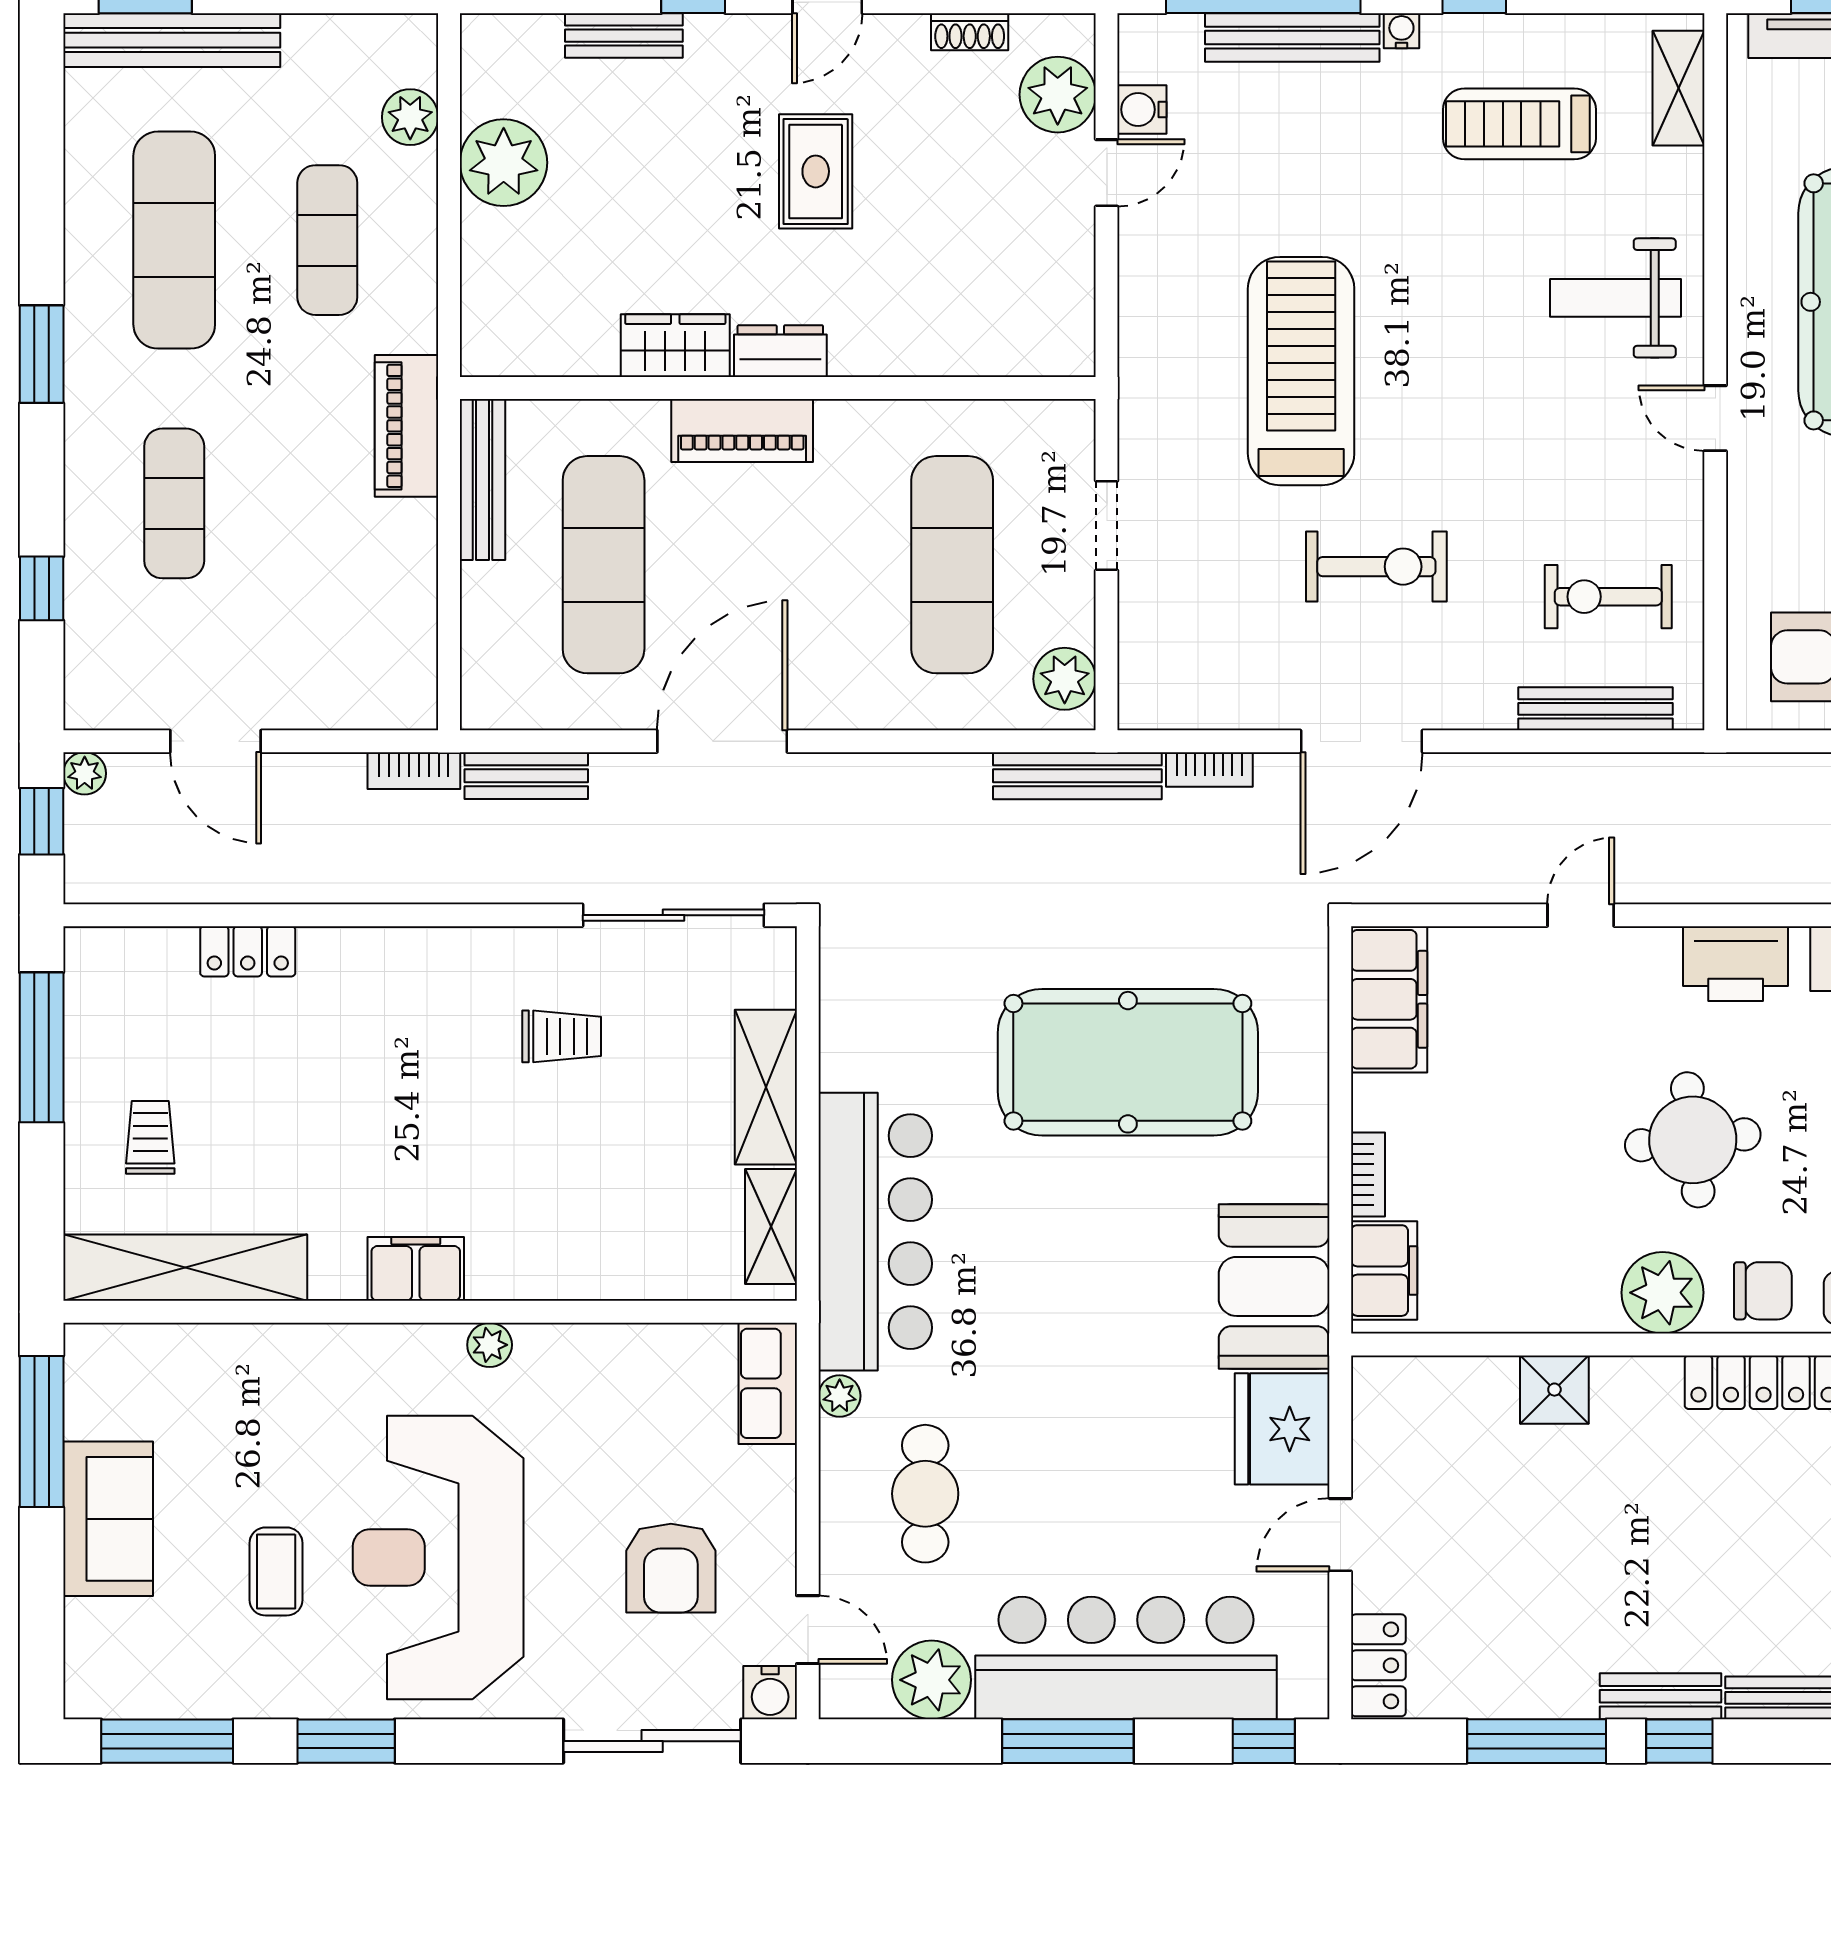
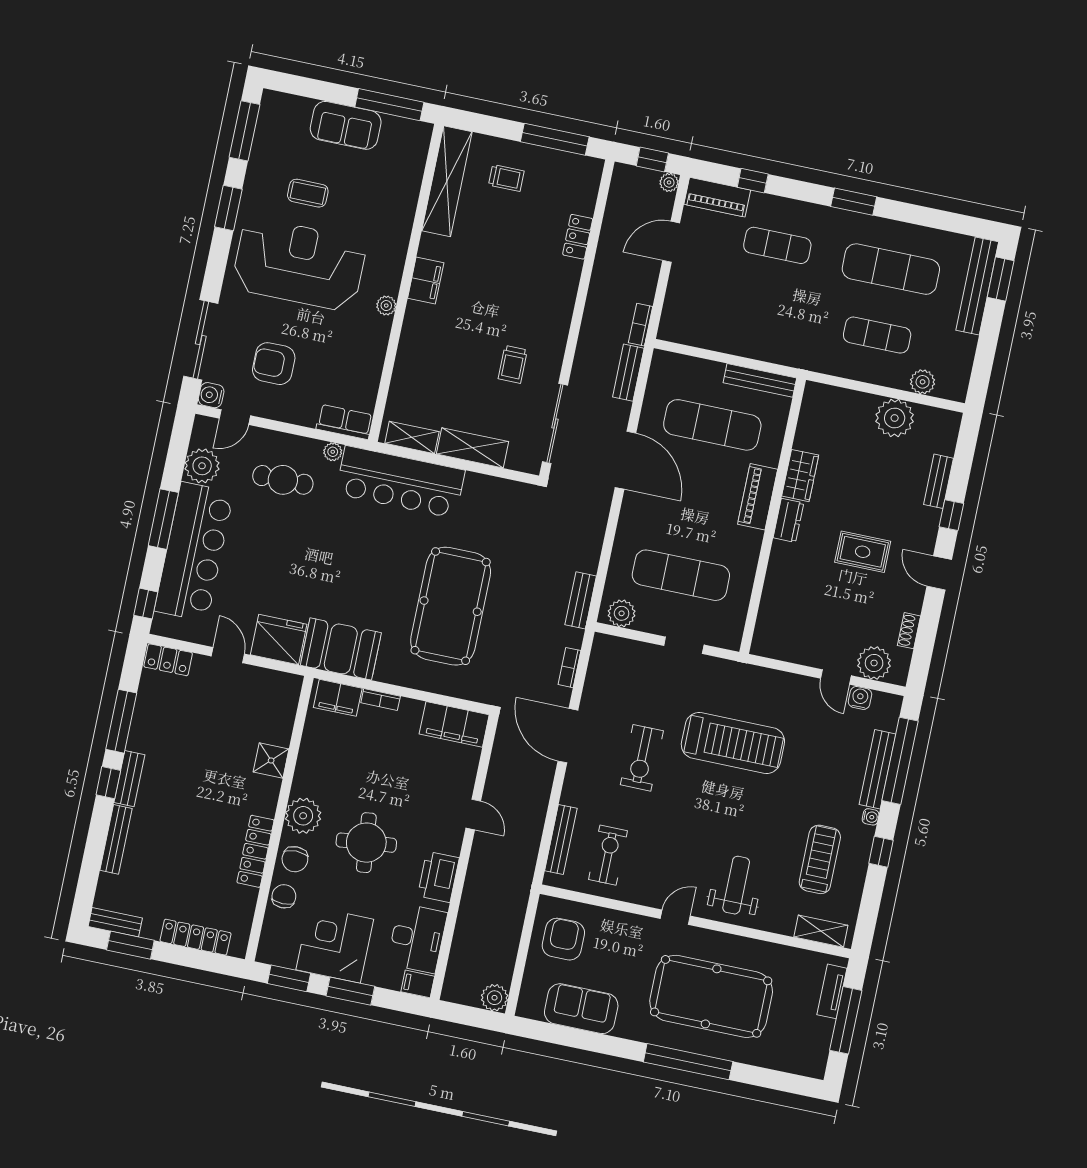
piano: (407, 426) -> (717, 197), moved, turned 180
bench: (1077, 776) -> (581, 600), width x0.73

